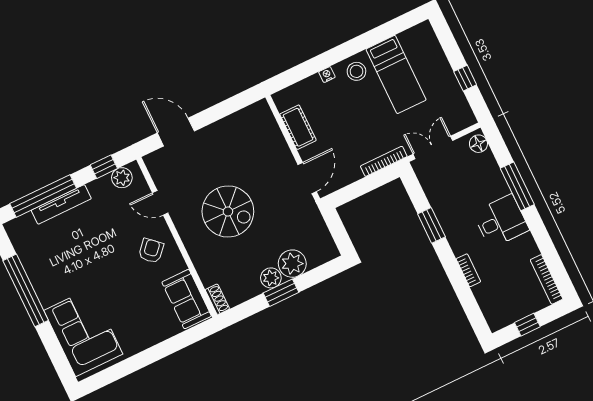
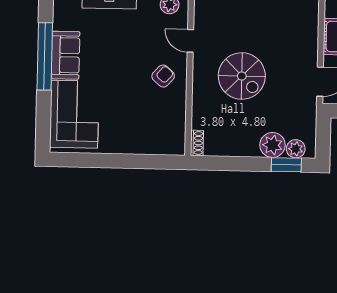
plant: (271, 278) -> (296, 149), moved
window: (281, 293) -> (286, 165), moved
sofa: (187, 299) -> (65, 55), moved, turned 180

